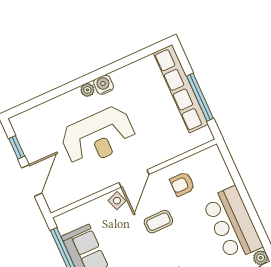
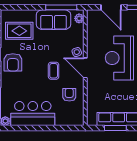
window: (200, 97) -> (115, 128), width x0.69
plant: (68, 219) -> (79, 18), added

